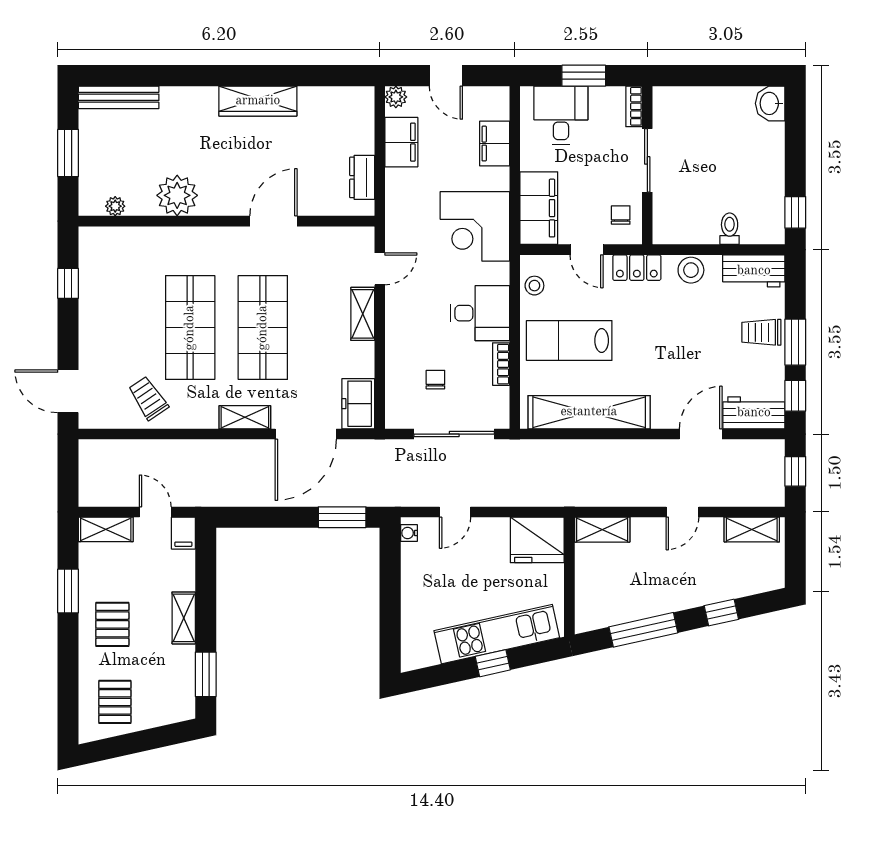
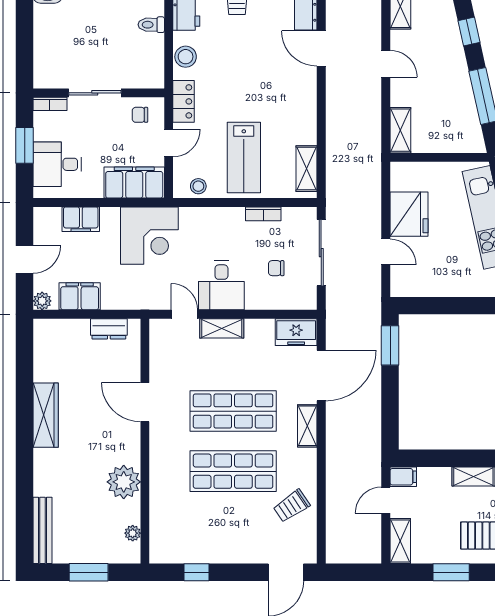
desk: (480, 313) -> (221, 285), moved, turned 180
shelving: (589, 412) -> (307, 169), width x0.45, depth x0.75
door: (306, 434) -> (321, 375), hinge flipped
water cooler: (409, 533) -> (403, 290), removed
fridge: (537, 540) -> (409, 214), moved

